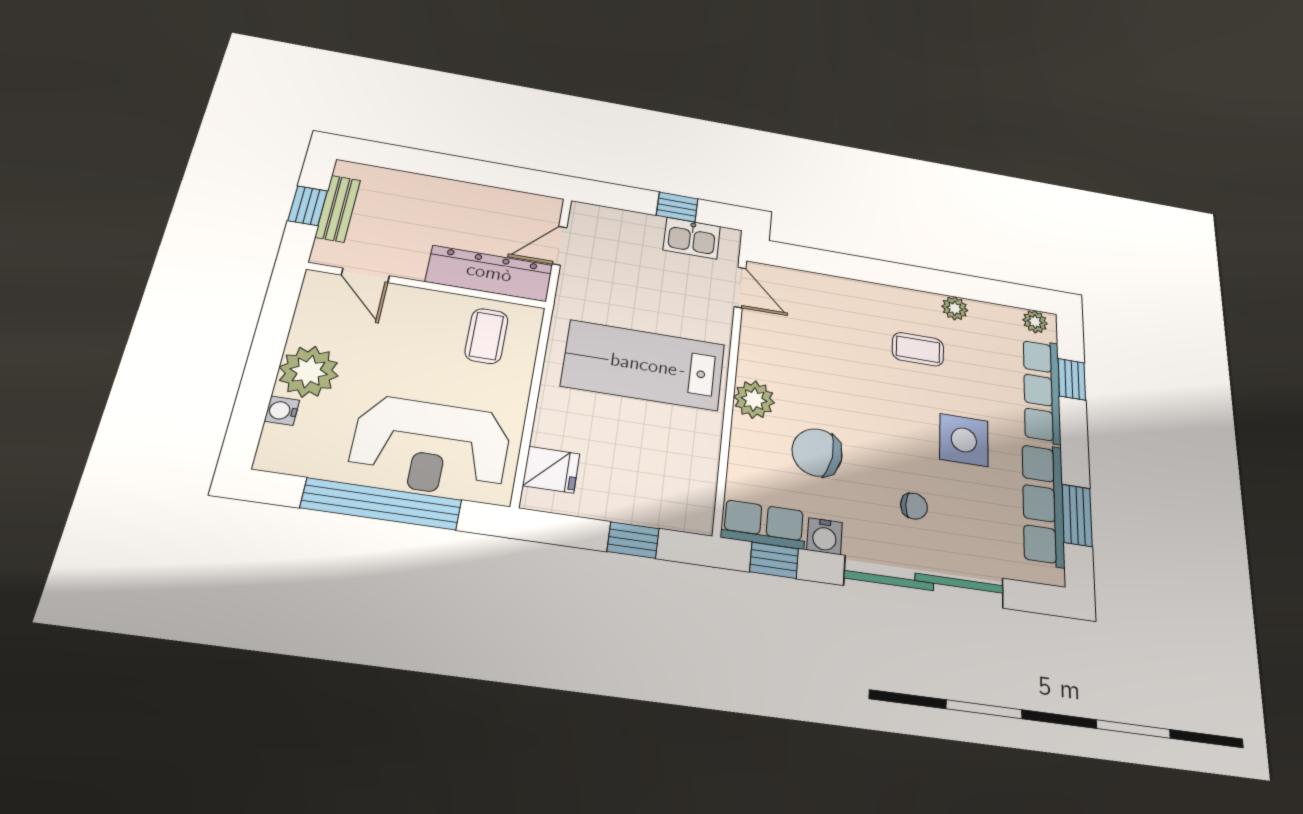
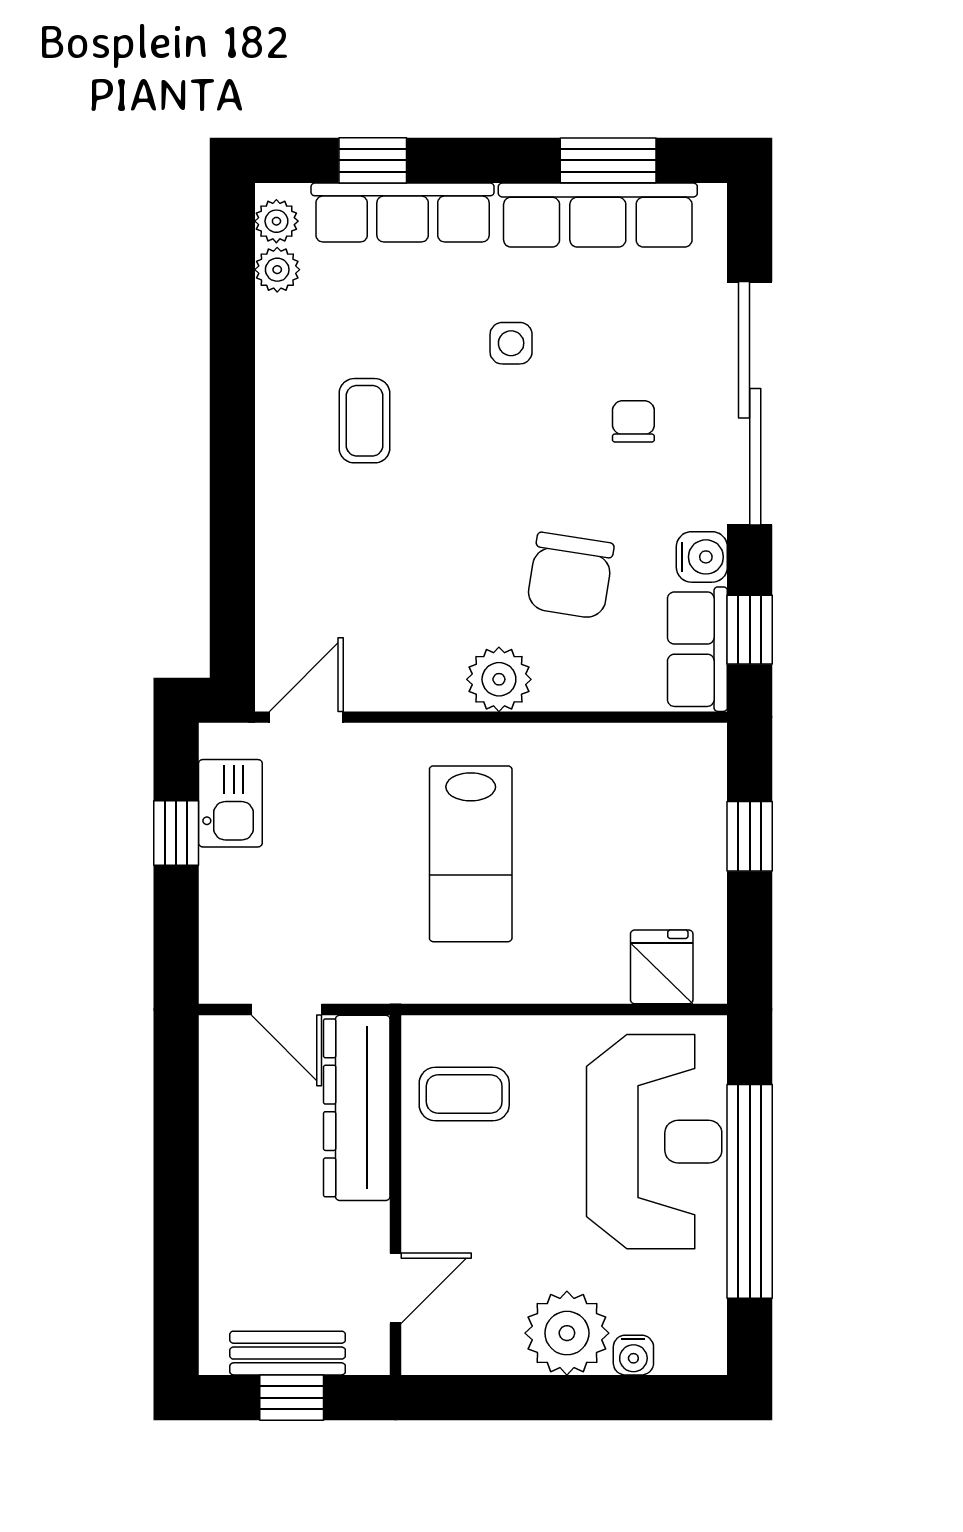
plant: (955, 308) -> (277, 270), moved
lab bench: (644, 365) -> (471, 854), width x0.73, depth x0.72
side table: (964, 440) -> (511, 343), width x0.54, depth x0.54

